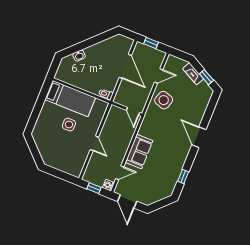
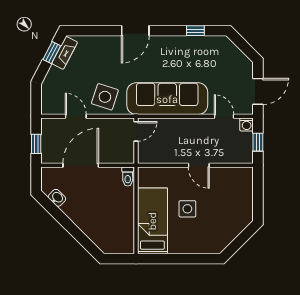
washbasin: (79, 56) -> (57, 198), moved
fireplace: (193, 74) -> (65, 53), moved
door: (94, 143) -> (199, 165), swing flipped
sofa: (139, 151) -> (167, 99), width x1.85, depth x1.27

